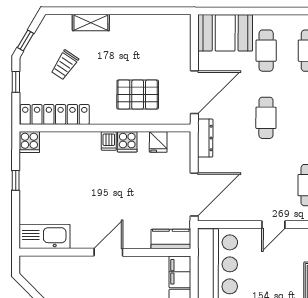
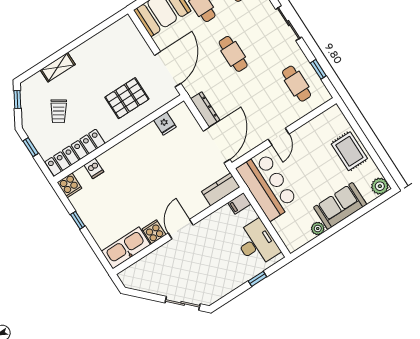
window: (26, 41) -> (17, 99), moved
dresser: (205, 138) -> (205, 109), moved
dishwasher: (109, 141) -> (94, 168), moved
cooker: (127, 142) -> (154, 232), moved, turned 180
door: (273, 225) -> (279, 137), moved
filing cabinet: (180, 272) -> (239, 203), width x0.50

